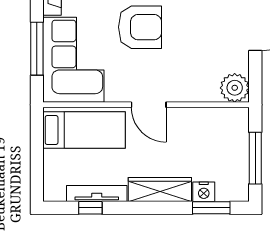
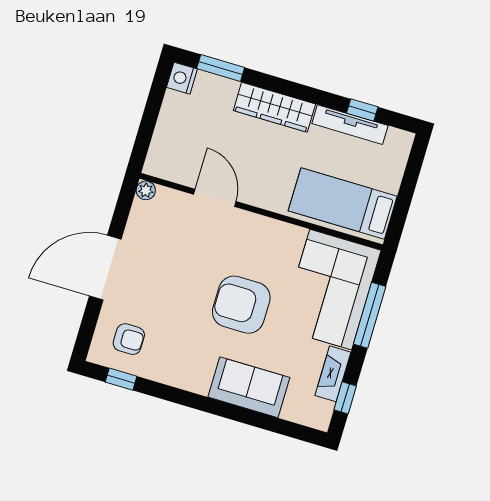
plant: (235, 88) -> (146, 190), width x0.53, depth x0.53
door: (149, 105) -> (215, 198), moved
window: (255, 158) -> (152, 111), removed
nightstand: (204, 192) -> (182, 78), moved, turned -90

